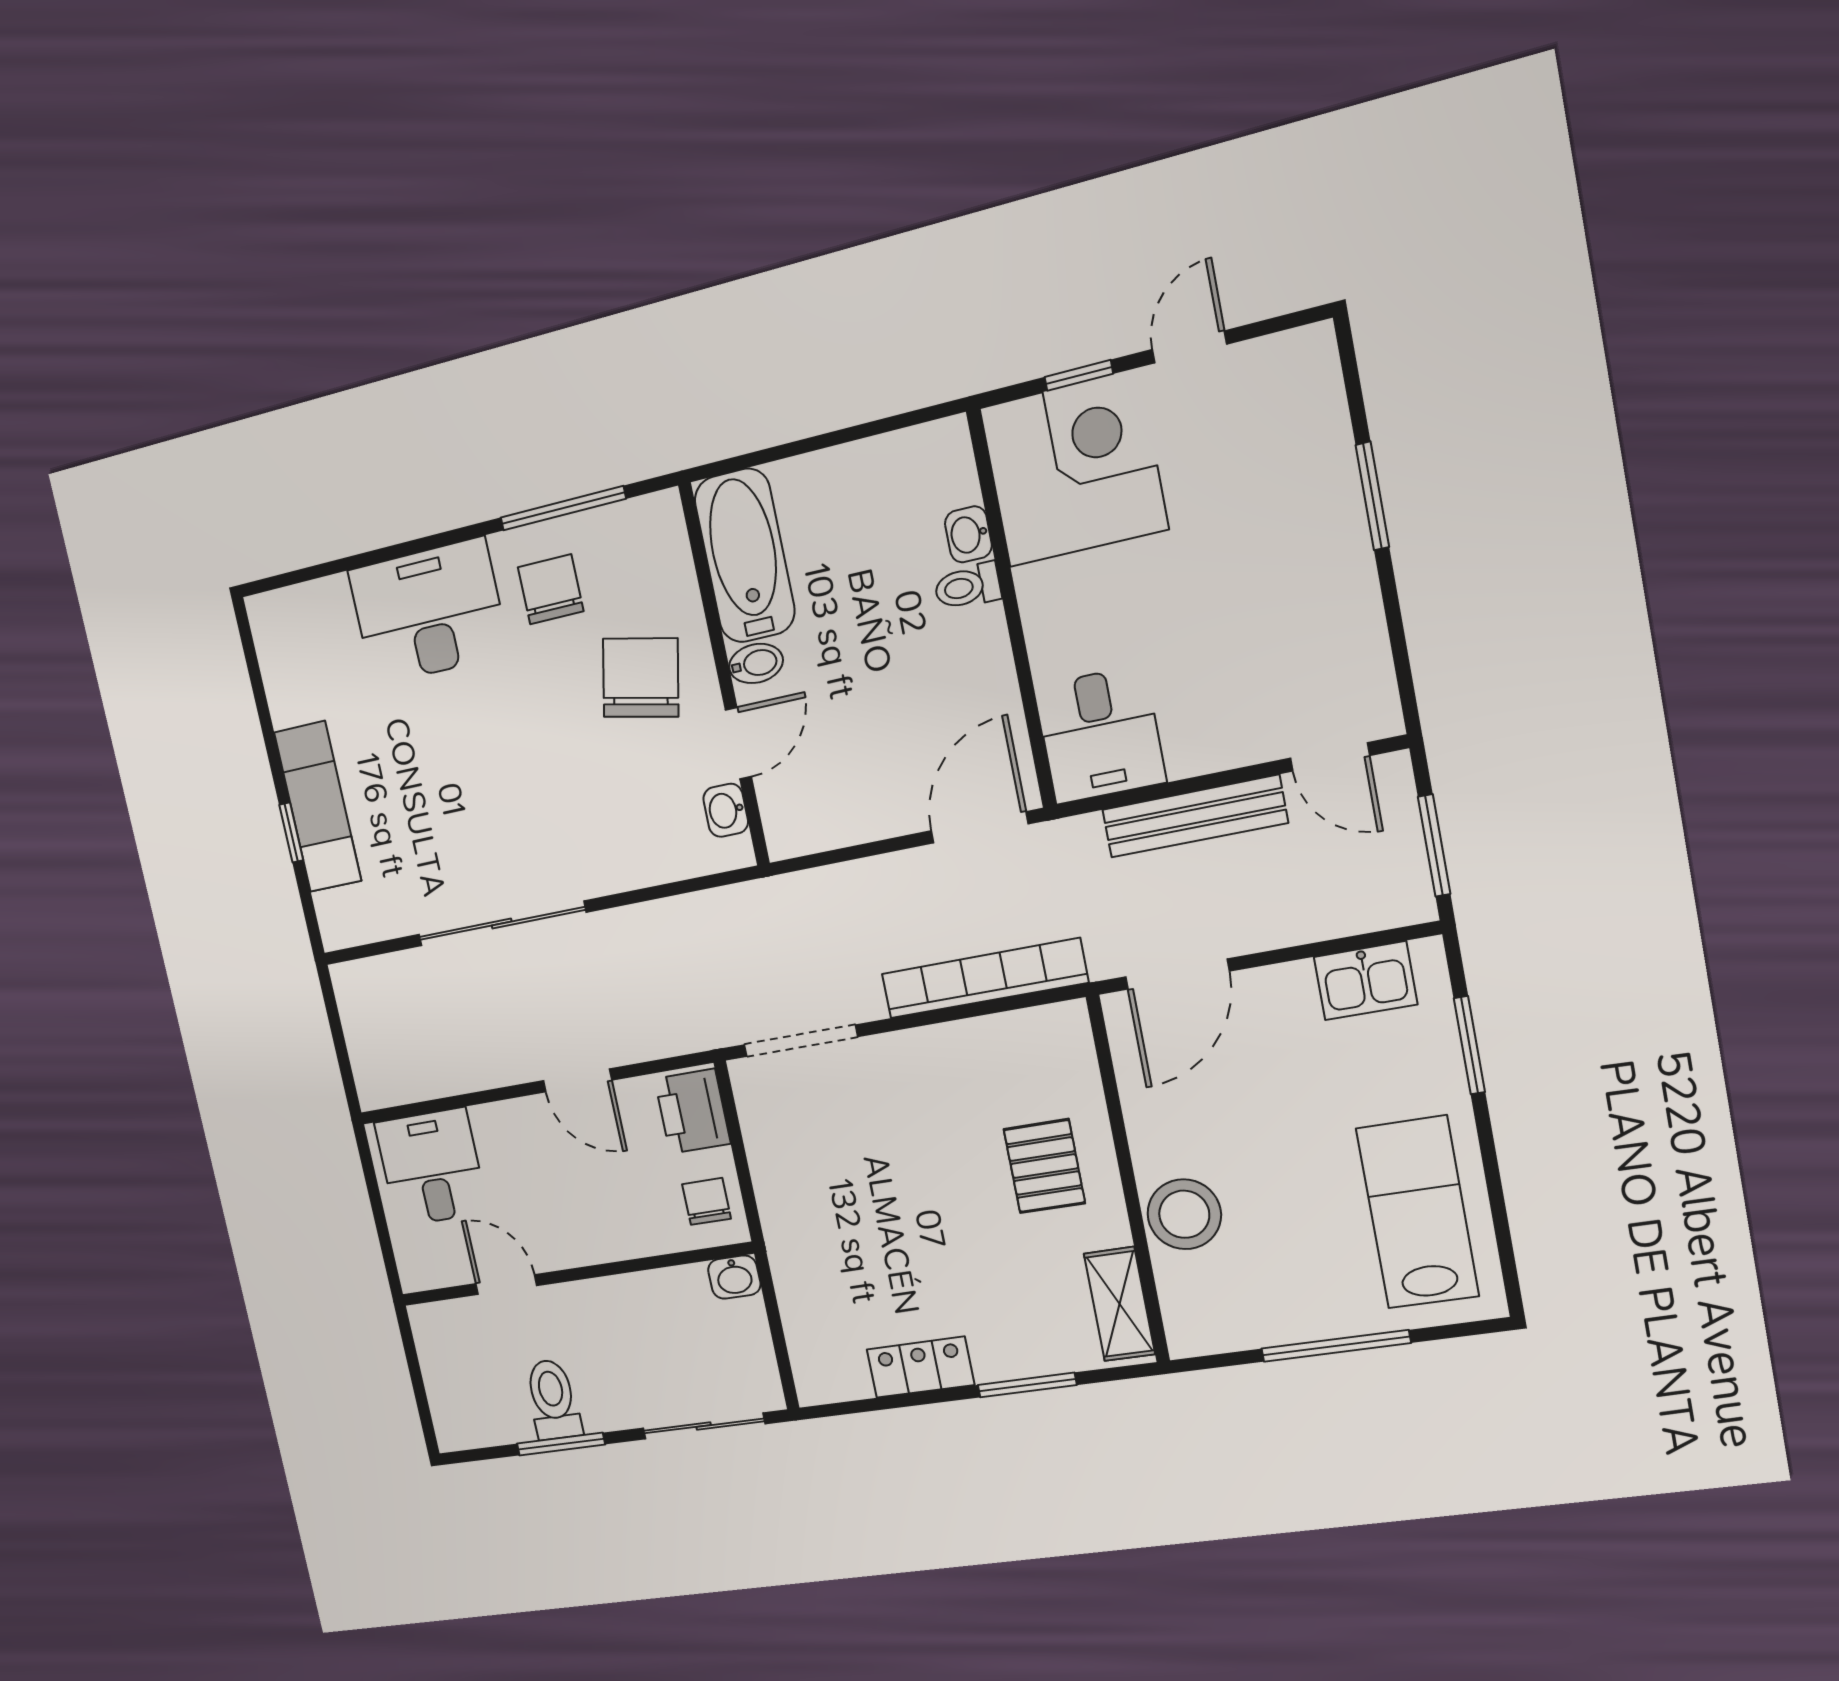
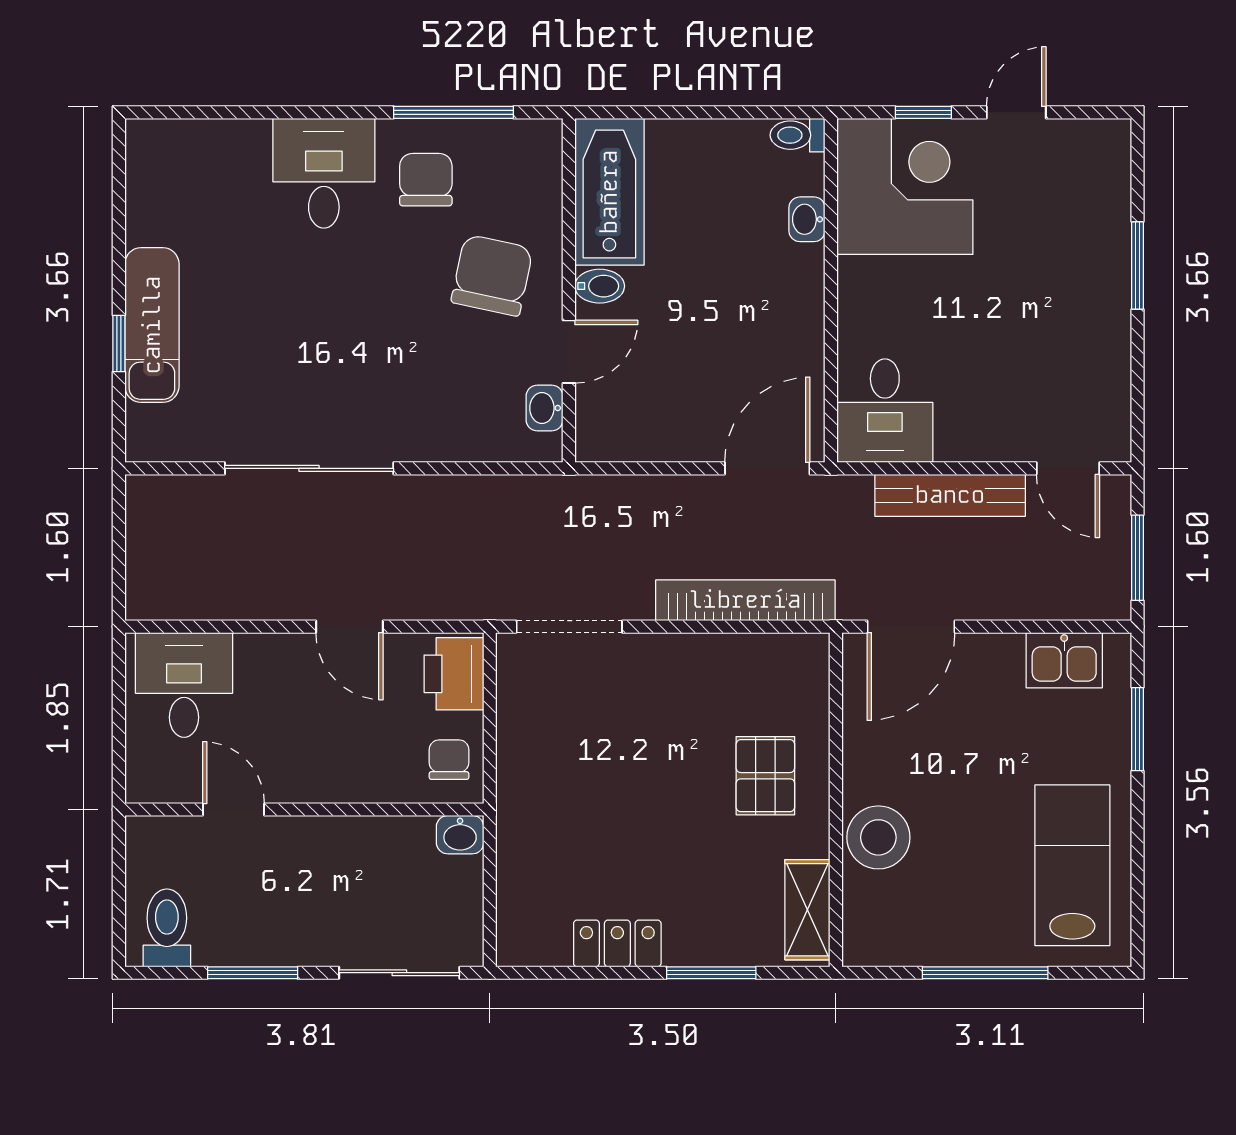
toilet: (967, 586) -> (798, 135), moved
desk: (428, 612) -> (324, 173), width x0.73
toilet: (553, 1399) -> (167, 928), moved

